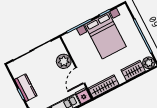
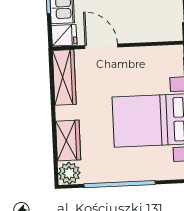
plant: (64, 61) -> (139, 29), removed

